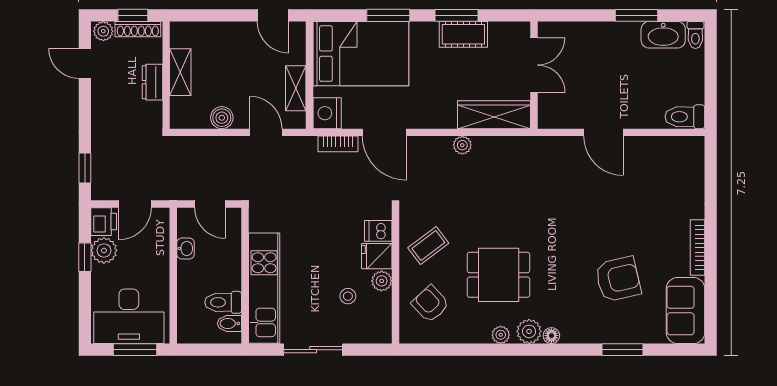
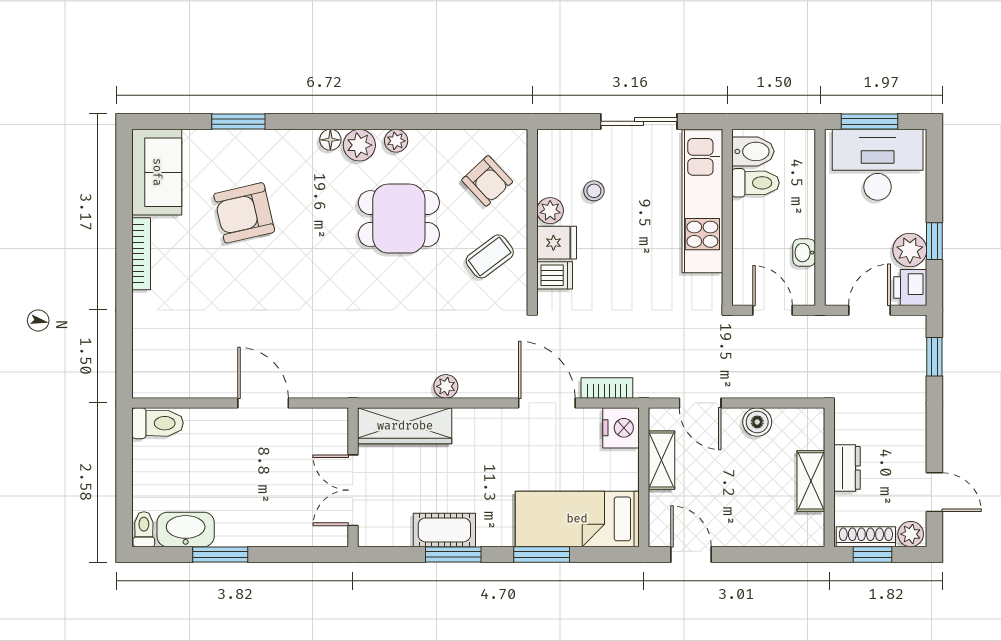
bed: (361, 54) -> (577, 519), width x0.67
bidet: (229, 323) -> (753, 151), width x1.38, depth x1.36

